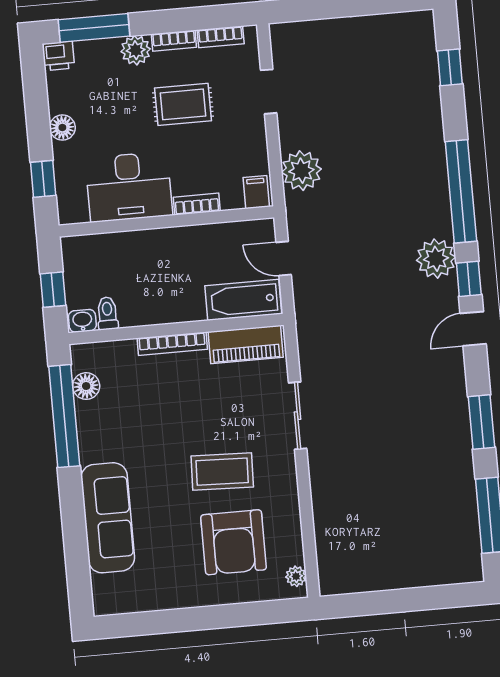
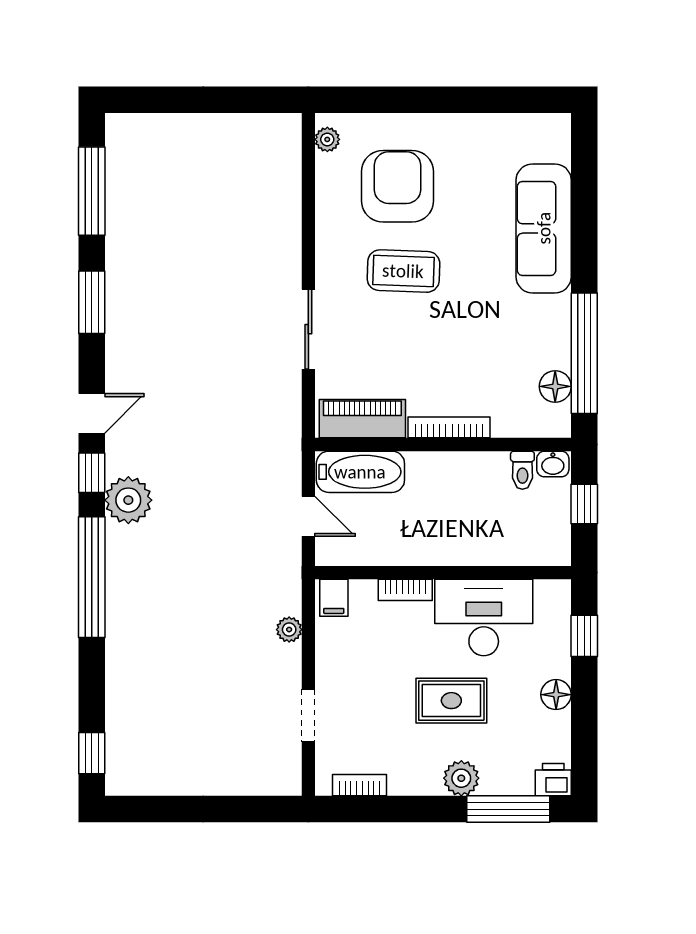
bookcase: (174, 41) -> (415, 786), removed
window: (450, 67) -> (92, 753), moved
rug: (183, 104) -> (451, 701), moved
plant: (301, 171) -> (289, 630), width x0.53, depth x0.53

